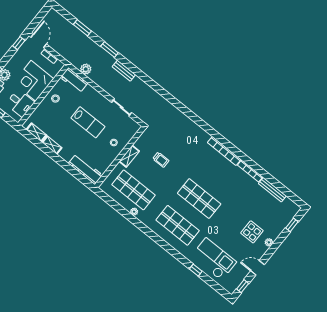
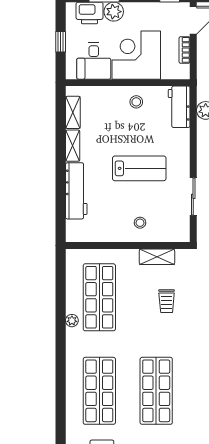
lab bench: (88, 122) -> (139, 168), turned -90
shelving: (129, 156) -> (157, 257), moved
workbench: (86, 169) -> (76, 191), moved

